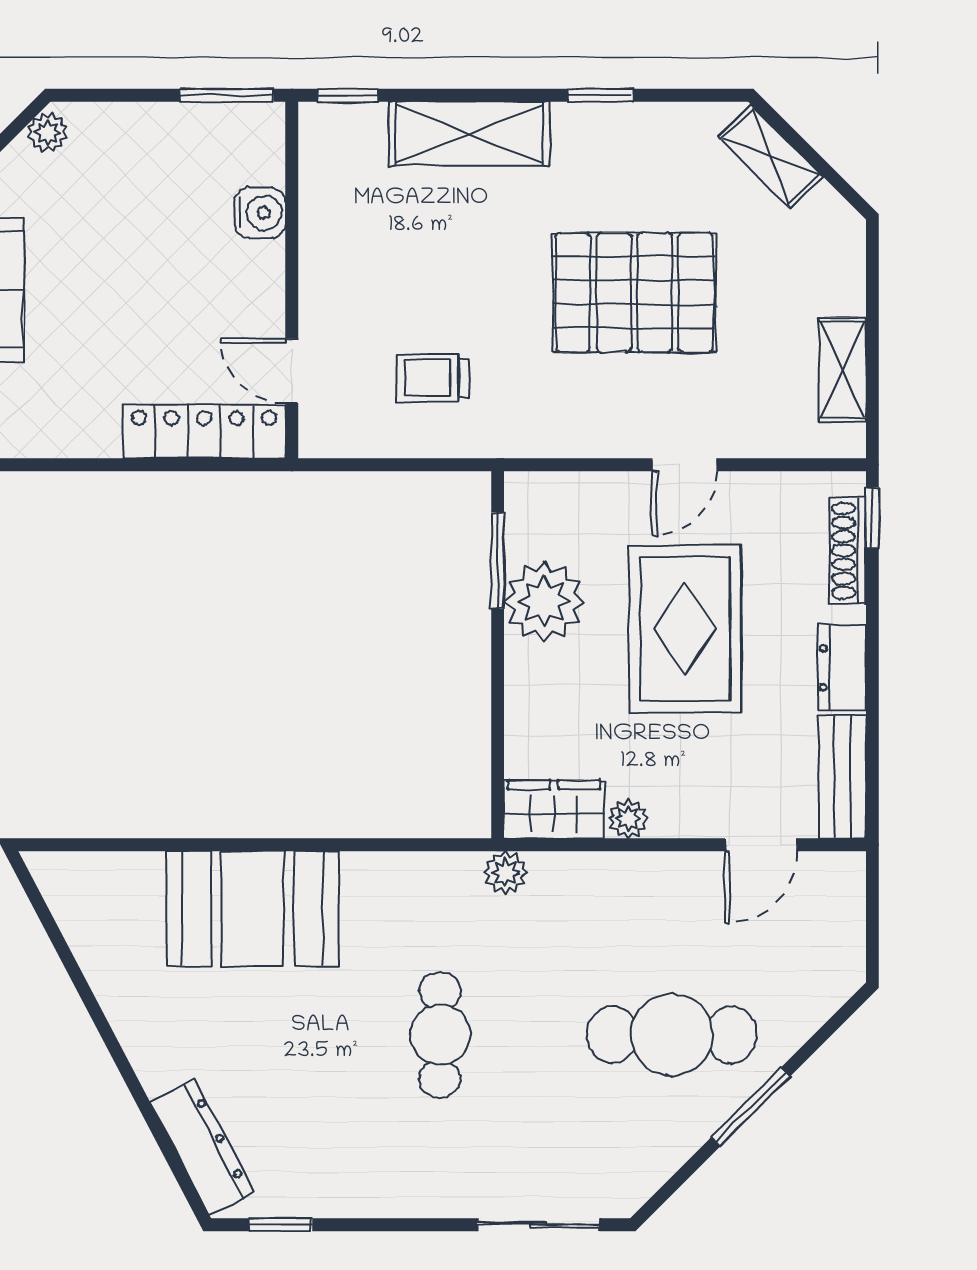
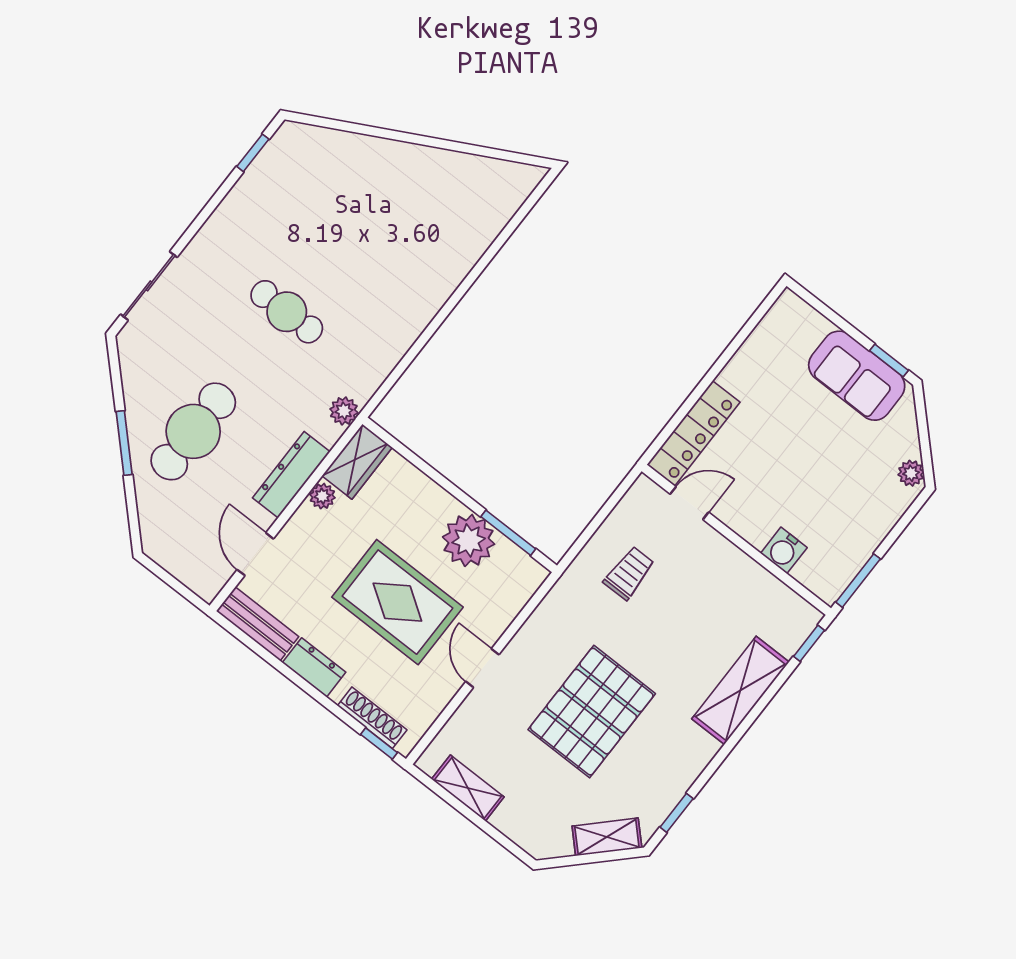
window: (600, 95) -> (677, 813), moved
booth: (253, 909) -> (427, 266), removed
dresser: (202, 1147) -> (291, 475), moved, turned 118

